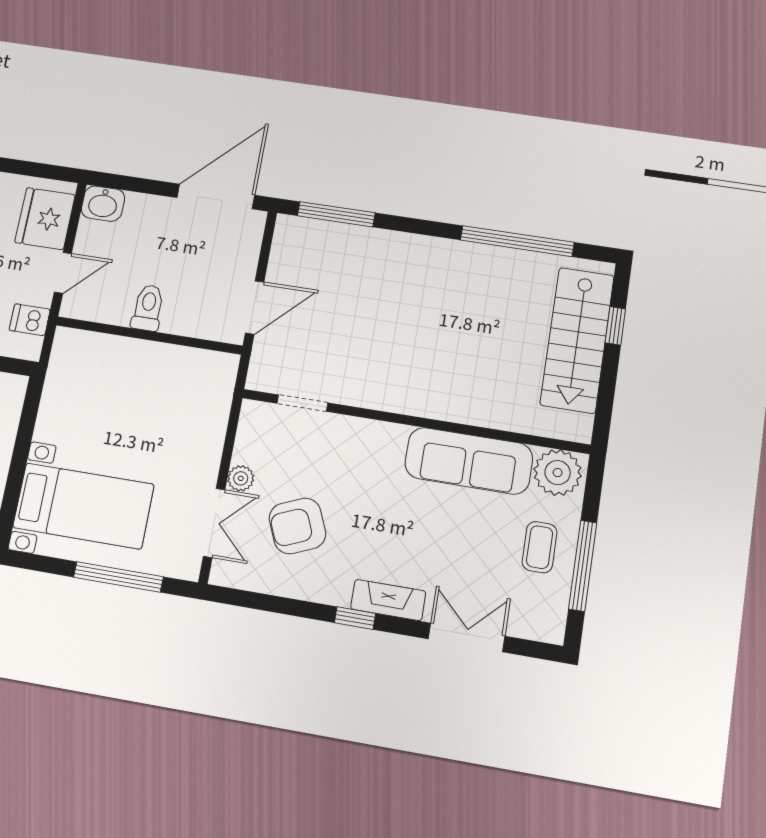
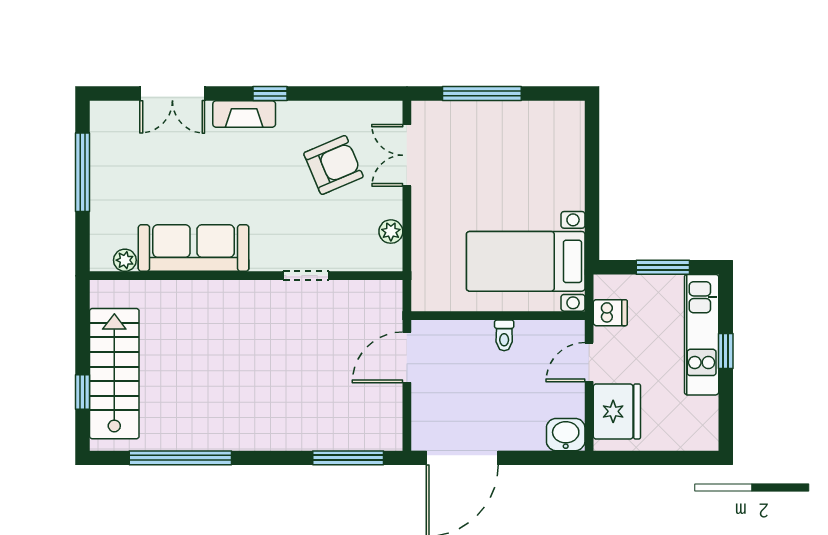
toilet: (148, 308) -> (504, 335), width x0.73, depth x0.72
doorway: (302, 403) -> (306, 276), moved
plant: (558, 473) -> (125, 260), width x0.53, depth x0.53
plant: (241, 478) -> (391, 232), moved
bed with nightstands: (83, 506) -> (526, 261), moved
coffee table: (540, 547) -> (121, 182), removed

